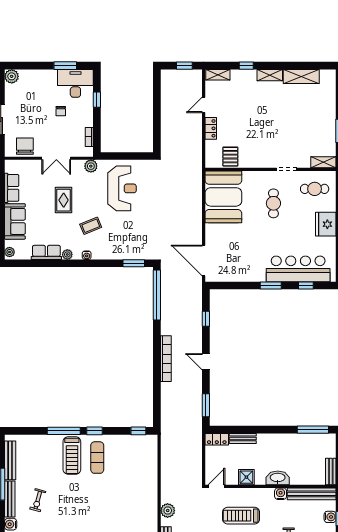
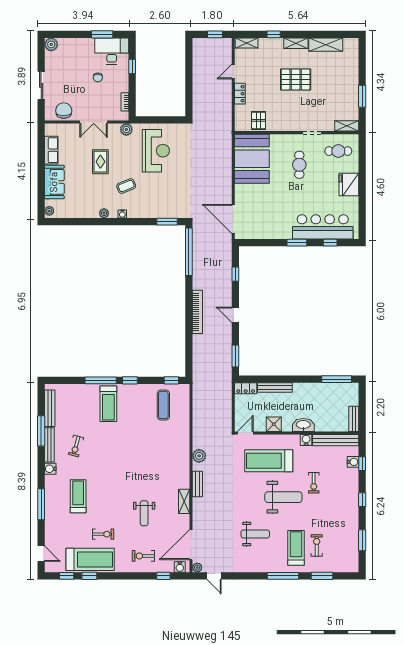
pallet: (269, 113) -> (296, 79), added
row of seats: (46, 252) -> (84, 211), removed
bench: (243, 438) -> (275, 388), width x1.36
exercise mat: (97, 458) -> (163, 405), moved
treadmill: (241, 516) -> (269, 461), width x1.37, depth x1.38

